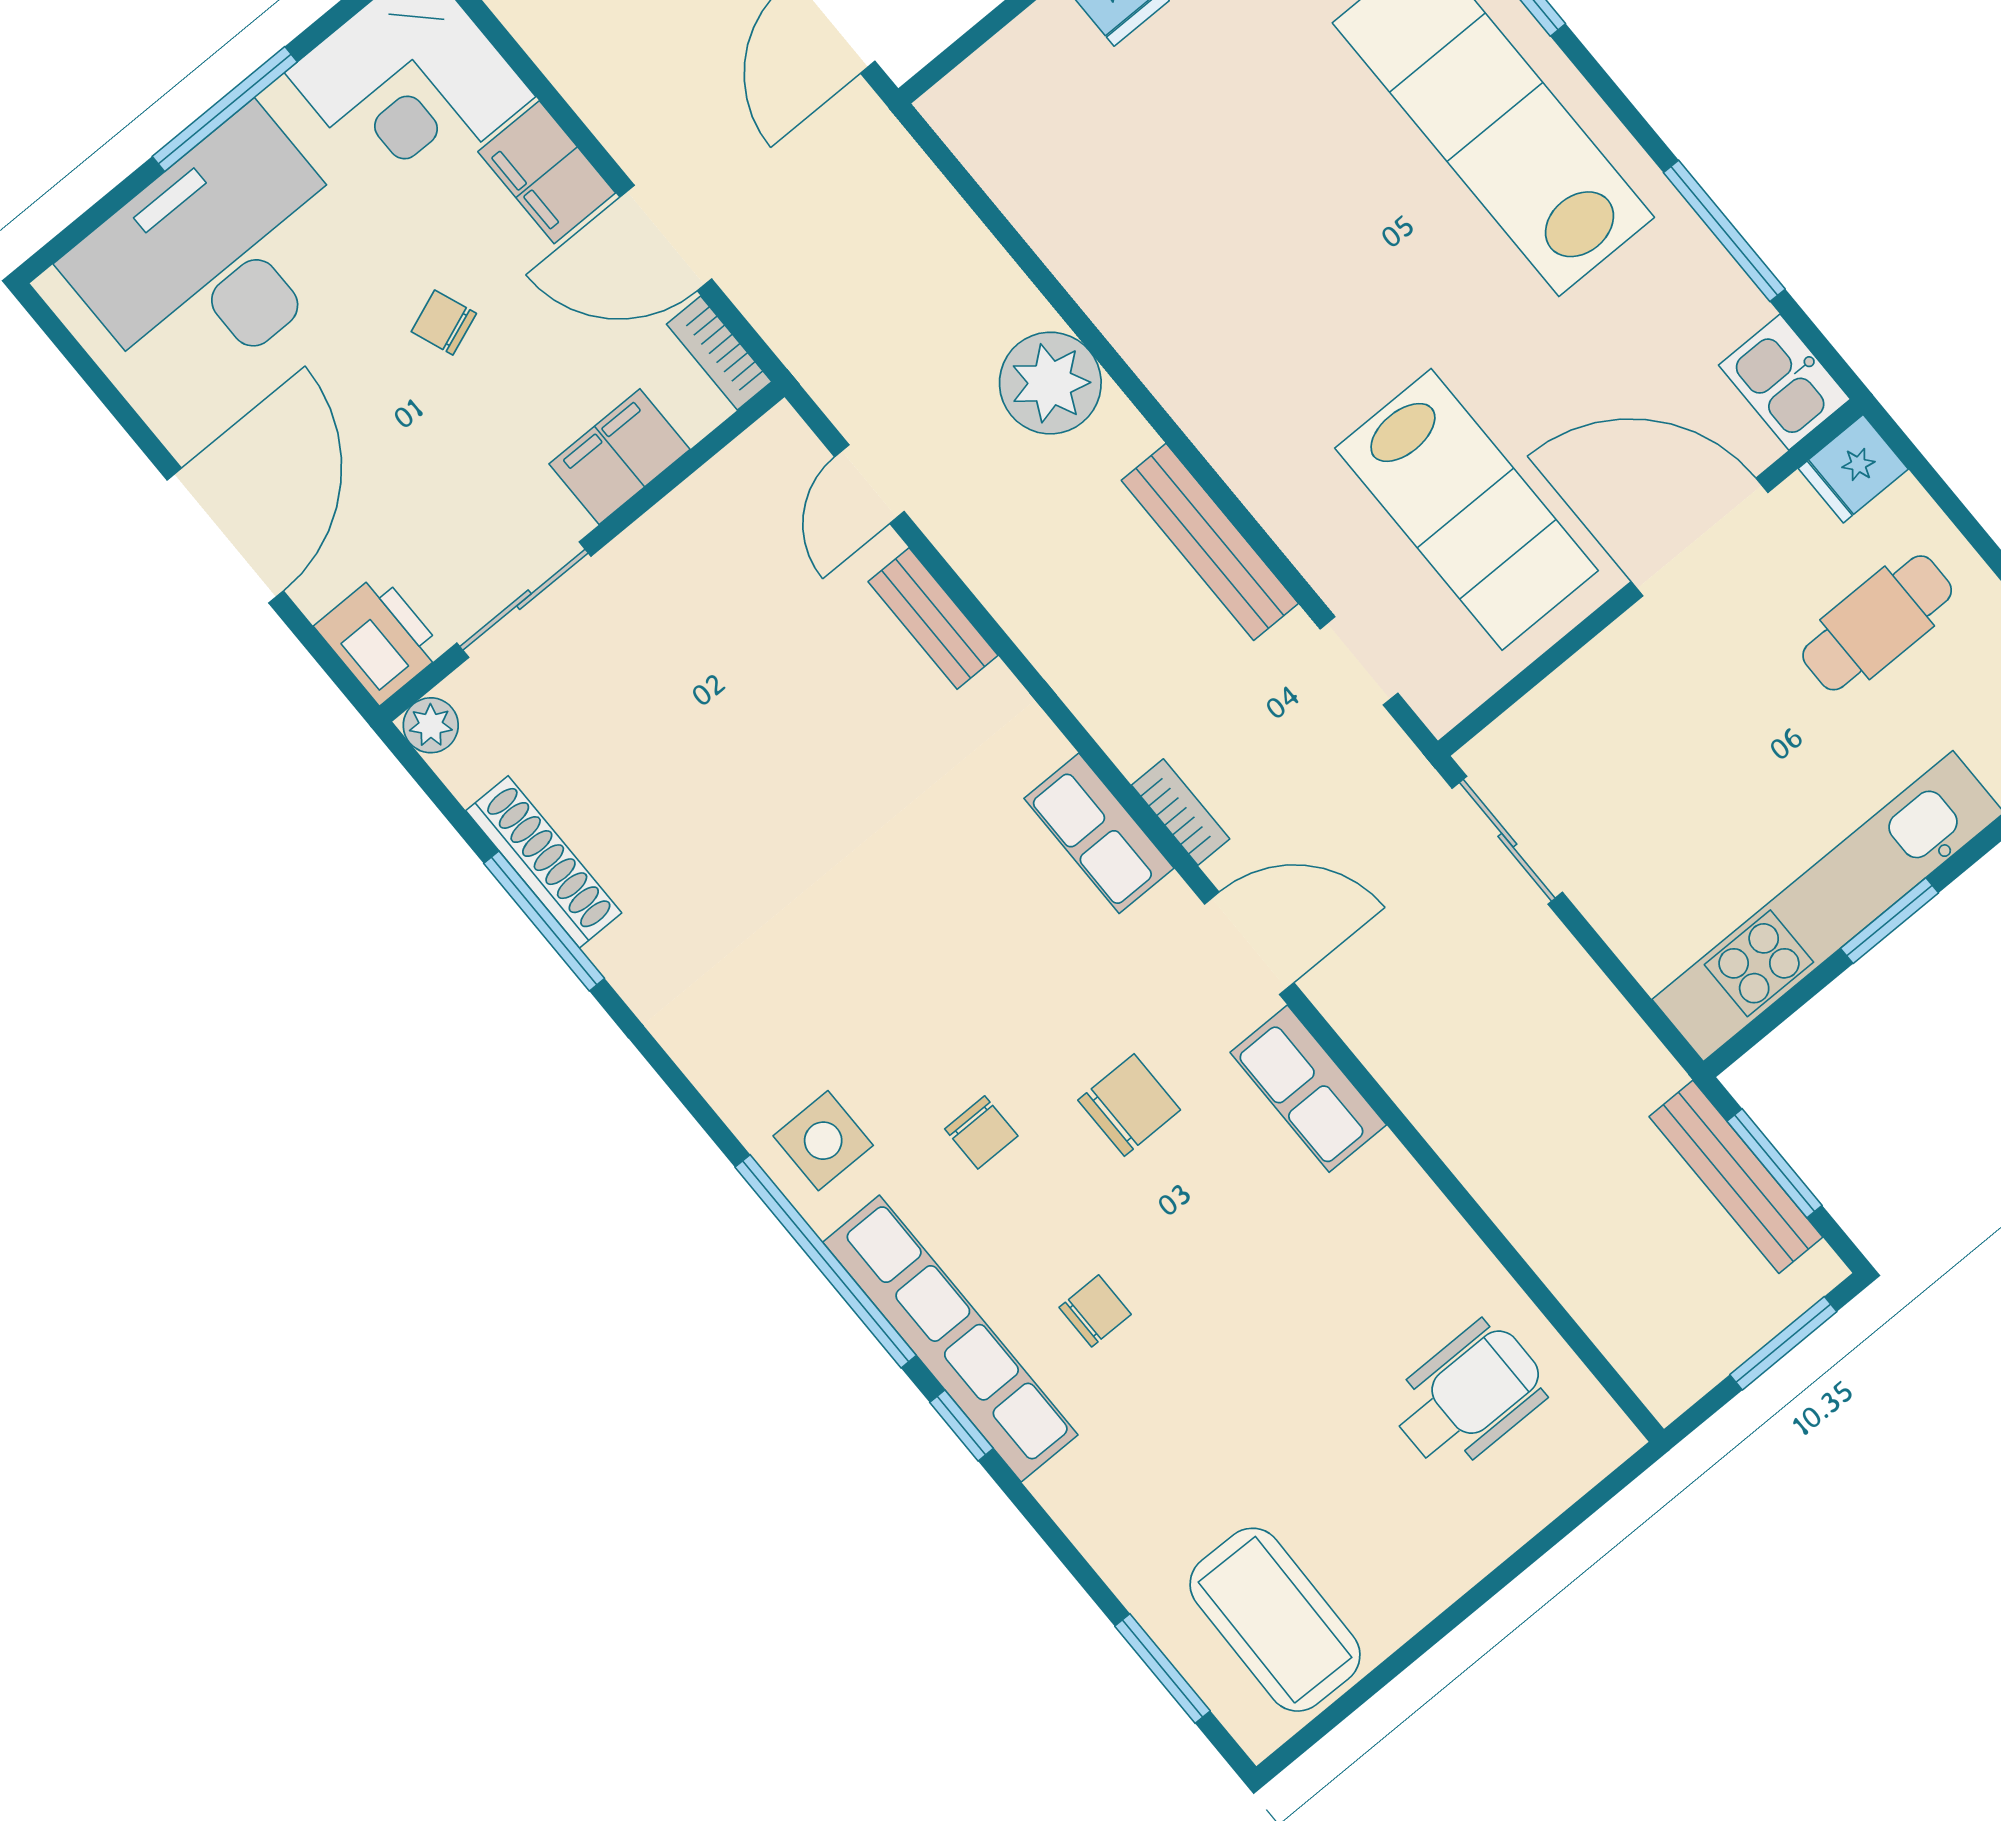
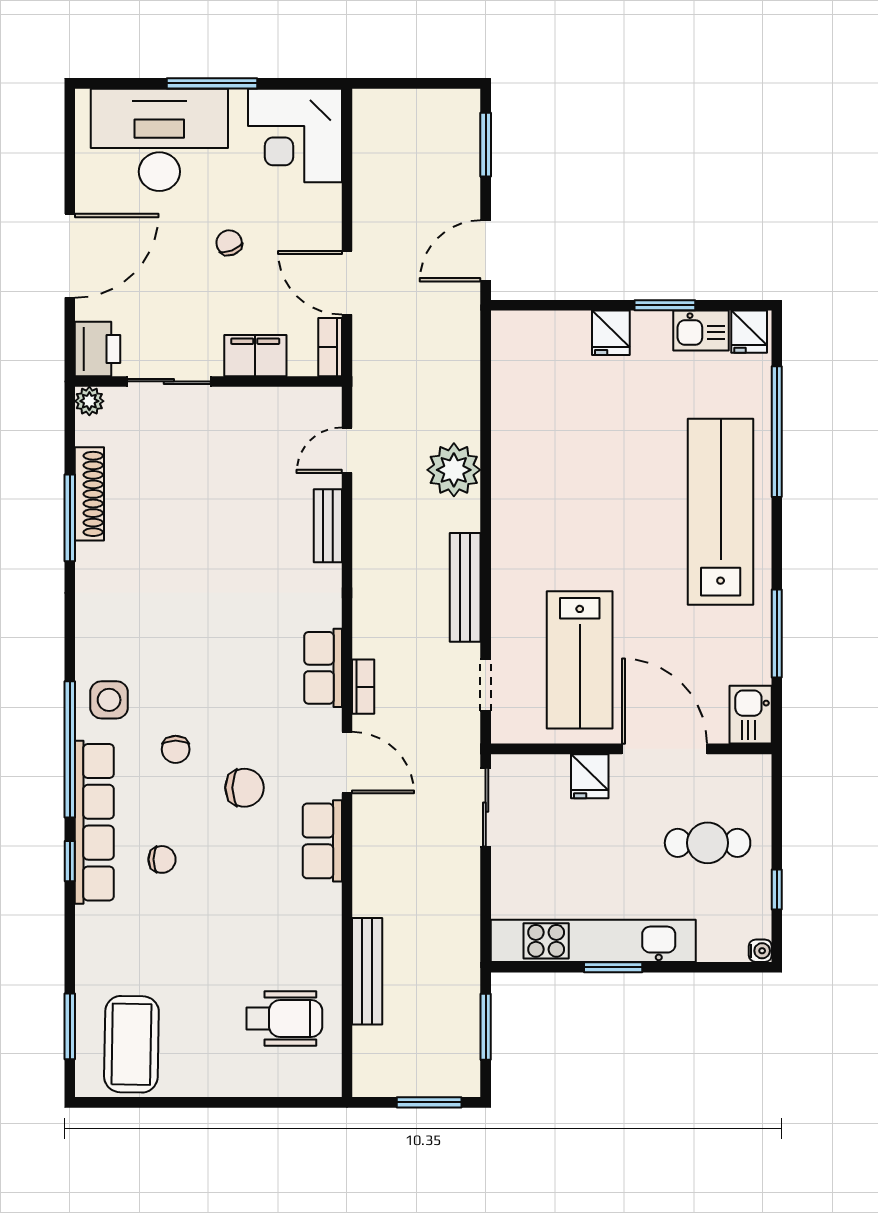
filing cabinet: (547, 172) -> (321, 216), removed
fridge: (1853, 469) -> (590, 776), moved, turned -90
bench: (1736, 1177) -> (367, 971), moved

